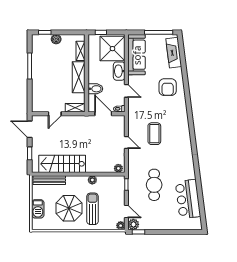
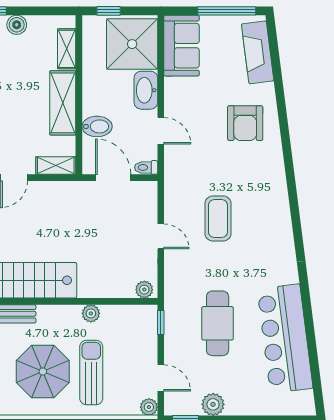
sofa: (137, 55) -> (181, 46), width x0.73
bar counter: (188, 199) -> (285, 339), width x1.36
plant: (133, 224) -> (213, 404), moved

